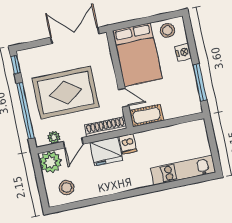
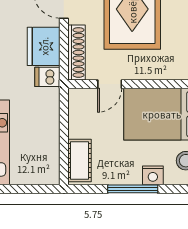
window: (200, 82) -> (133, 189), moved
cot: (147, 116) -> (80, 161), moved

